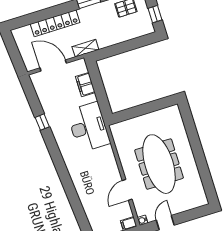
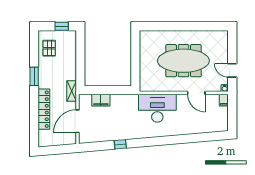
desk: (89, 127) -> (157, 108), moved

